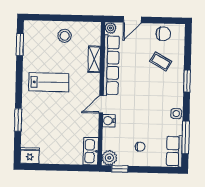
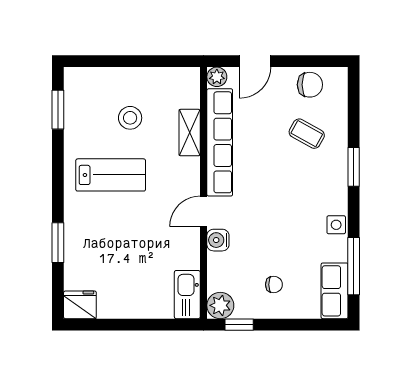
stool: (65, 36) -> (130, 118), moved

